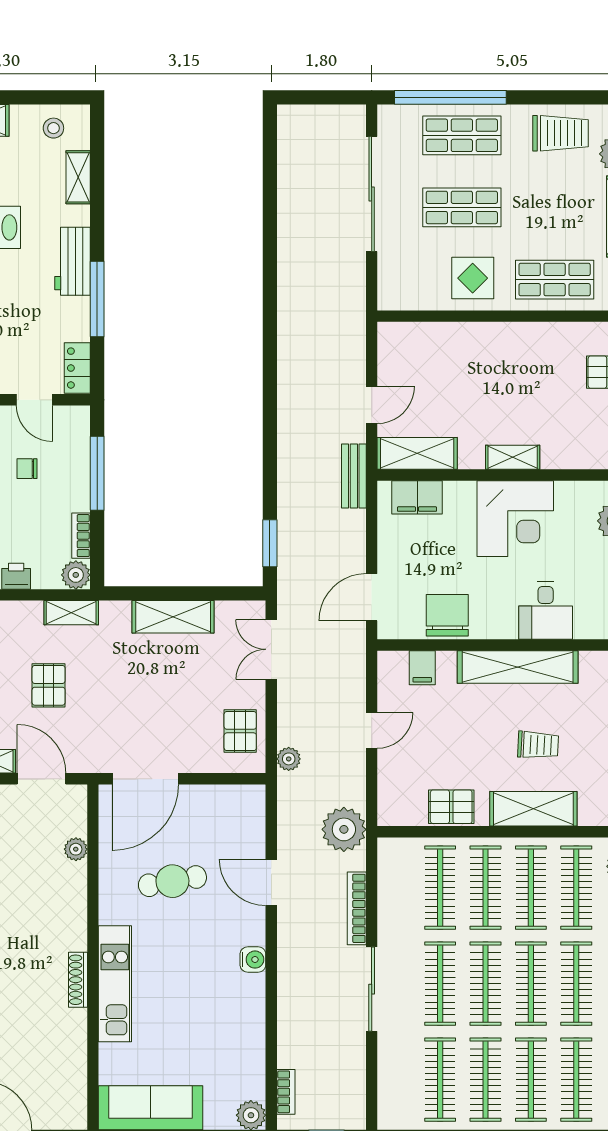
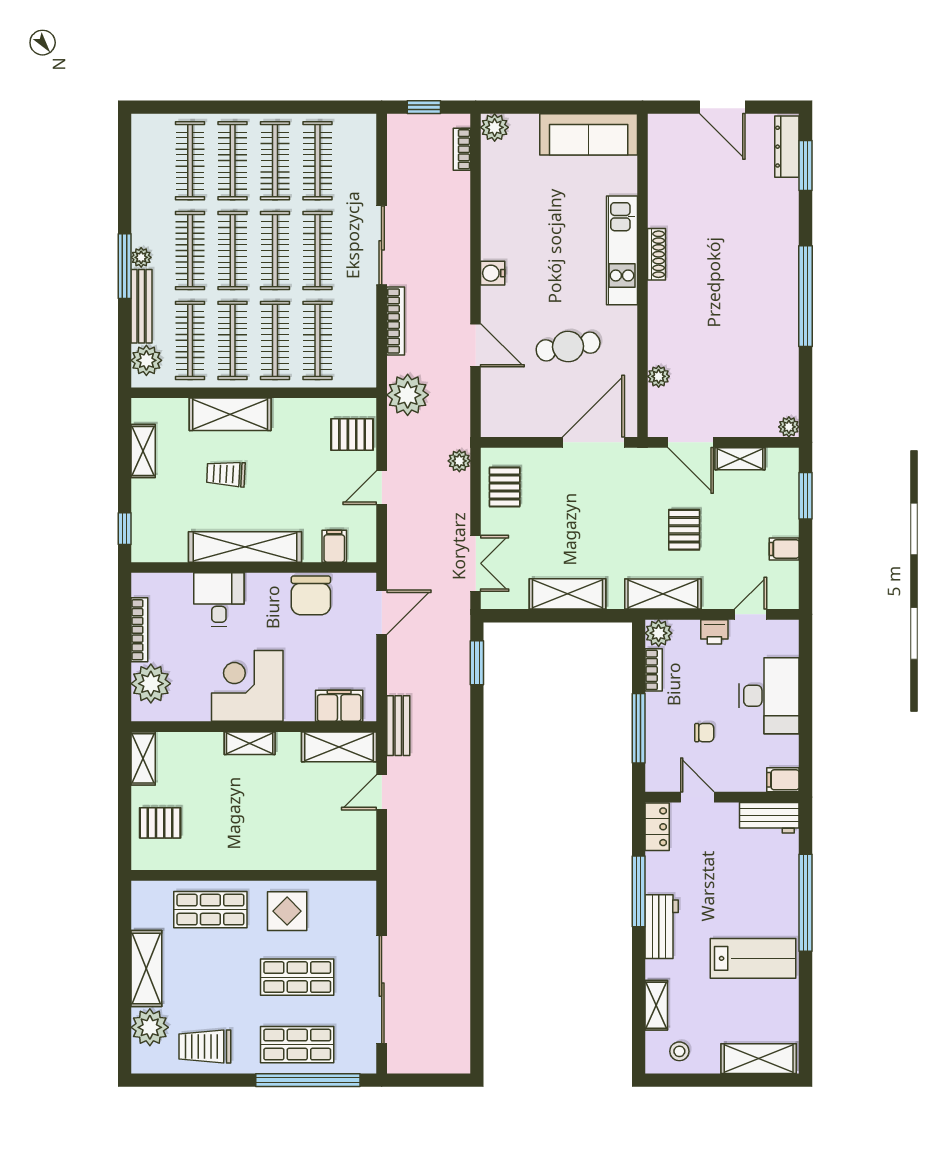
shelving: (71, 613) -> (663, 594), width x1.50, depth x1.33
pallet: (451, 807) -> (352, 434), moved

